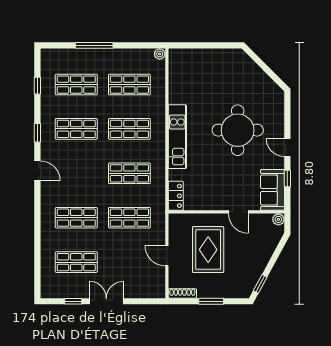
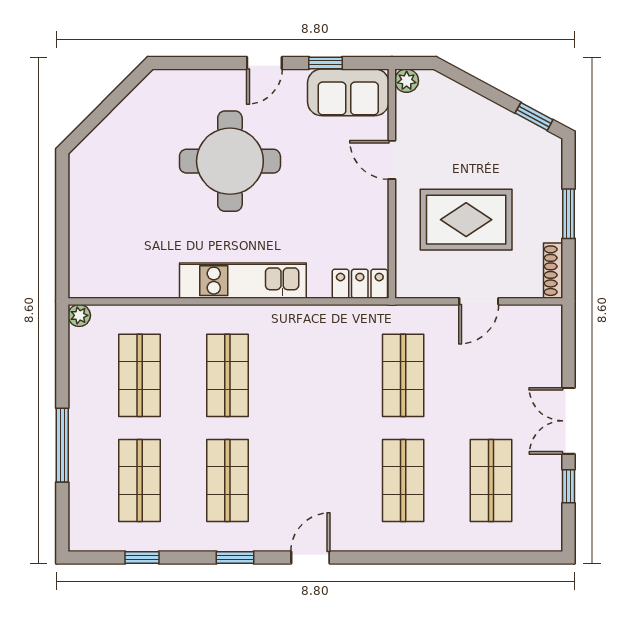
shop shelf: (129, 173) -> (315, 375), removed
door: (238, 212) -> (392, 160), swing flipped

